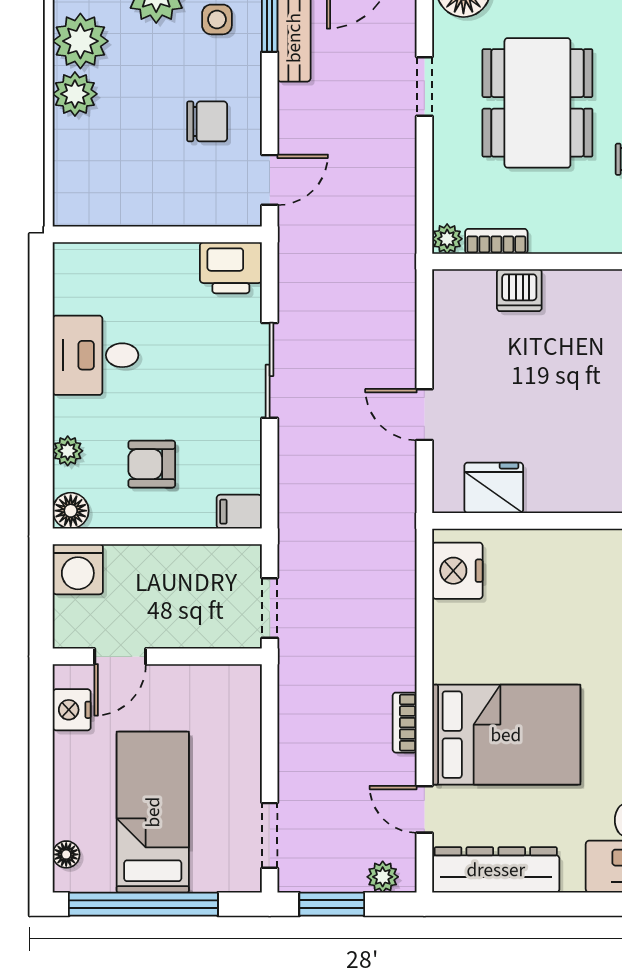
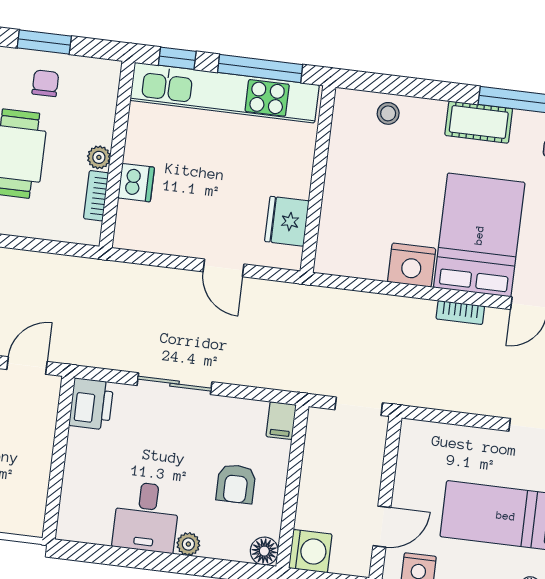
door: (270, 180) -> (27, 366), hinge flipped
plant: (447, 239) -> (99, 157), moved
door: (424, 415) -> (224, 268), hinge flipped
plant: (68, 451) -> (188, 544), moved
nightstand: (457, 571) -> (412, 265), moved
door: (120, 656) -> (382, 527), hinge flipped

